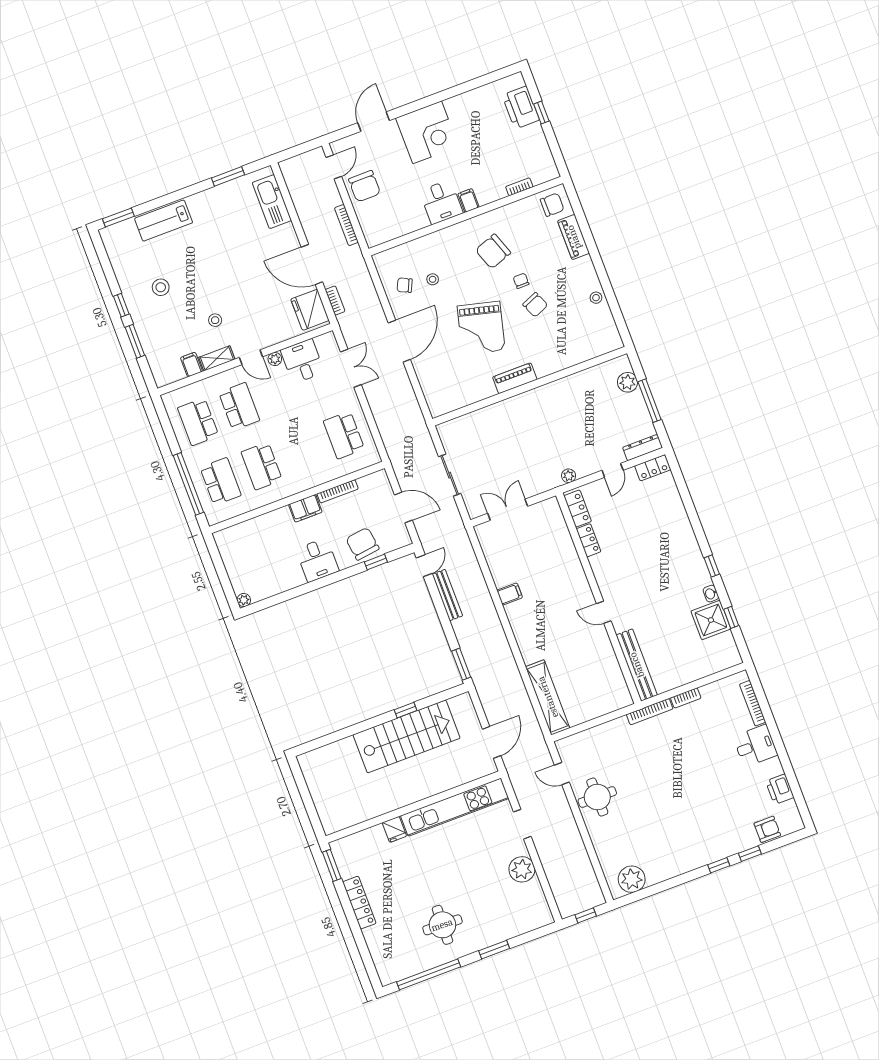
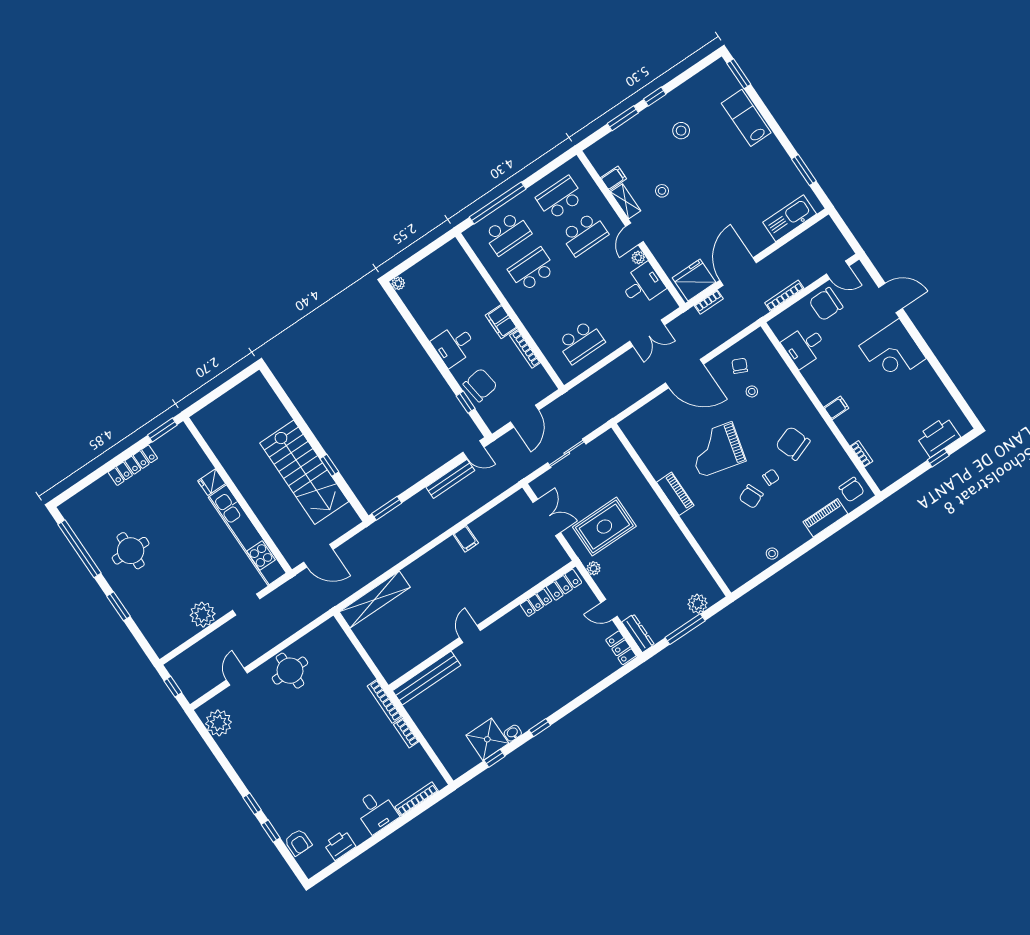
desk: (441, 202) -> (804, 346), moved
school desk: (344, 435) -> (581, 342), turned 180
rug: (530, 455) -> (604, 527), added
door: (562, 774) -> (237, 677), moved

